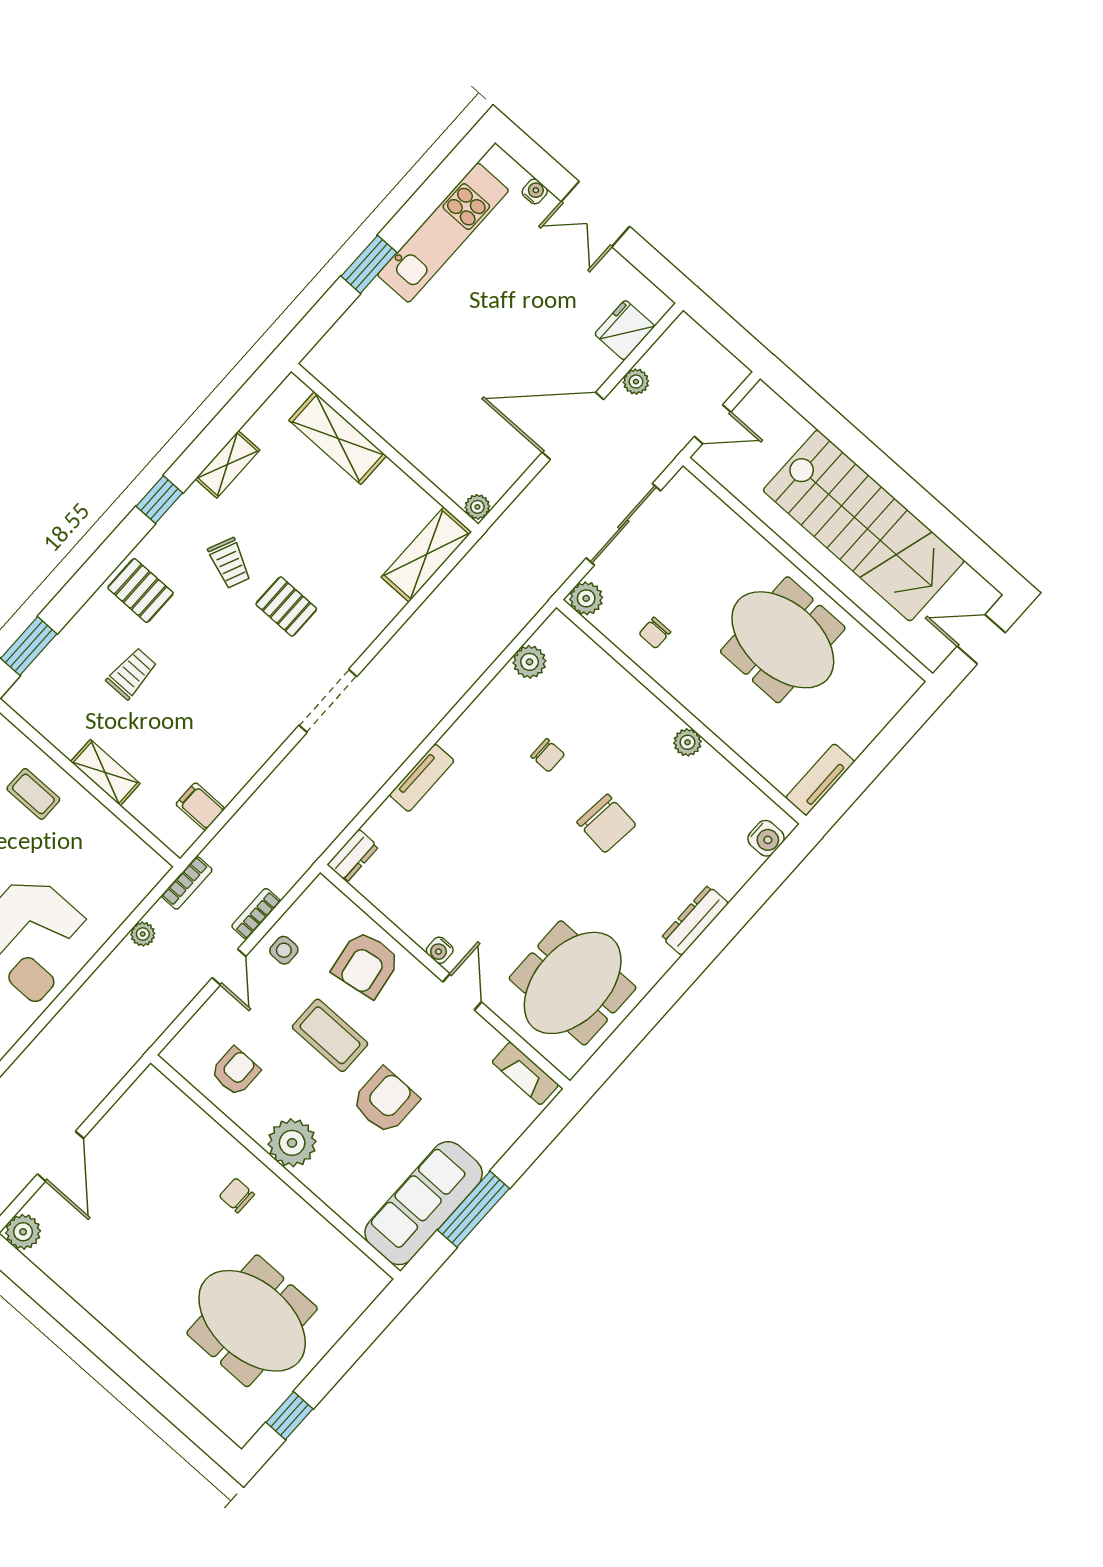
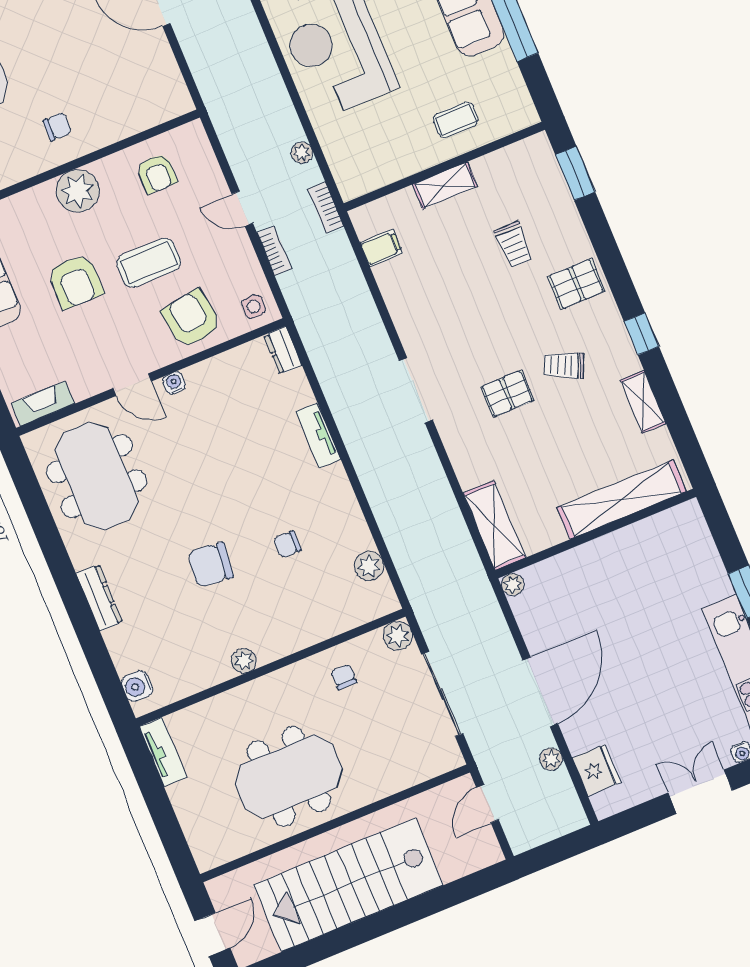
shelving: (338, 438) -> (622, 500), width x1.47
side table: (284, 950) -> (254, 307), moved

